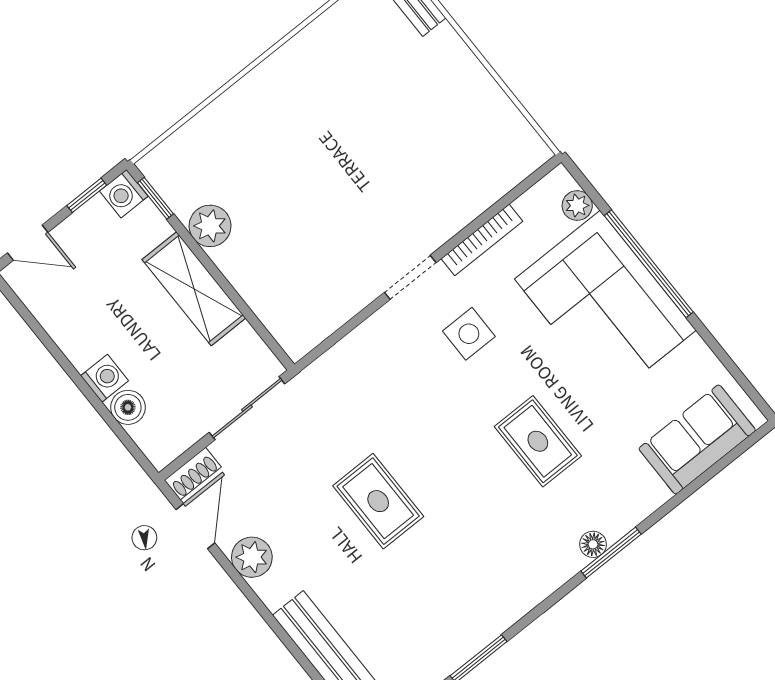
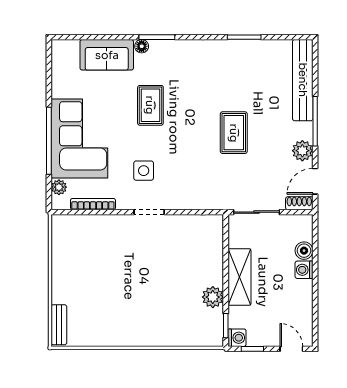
bookcase: (482, 240) -> (93, 204), moved
sofa: (697, 439) -> (107, 55), moved
floor lamp: (593, 544) -> (142, 46), moved
window: (268, 617) -> (315, 121), added

